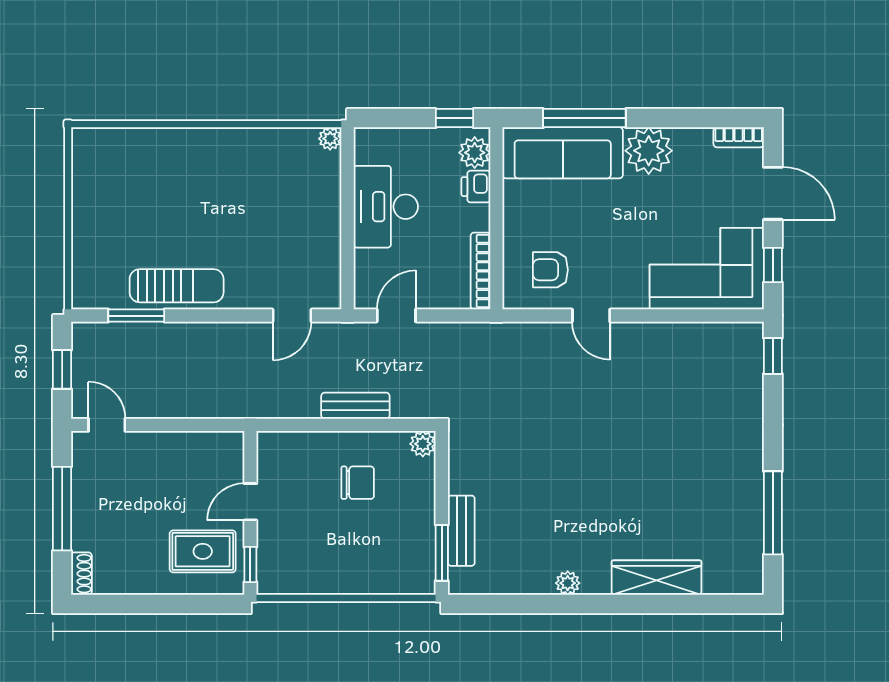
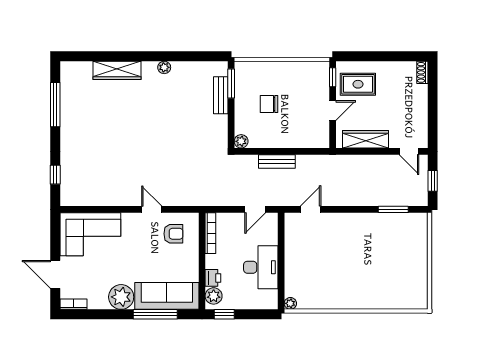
window: (773, 265) -> (55, 236), removed
sun lounger: (177, 286) -> (372, 225), removed
window: (773, 356) -> (55, 175), moved
wardrobe: (188, 448) -> (366, 139), added
chair: (358, 483) -> (269, 104), moved
window: (62, 509) -> (433, 107), removed

